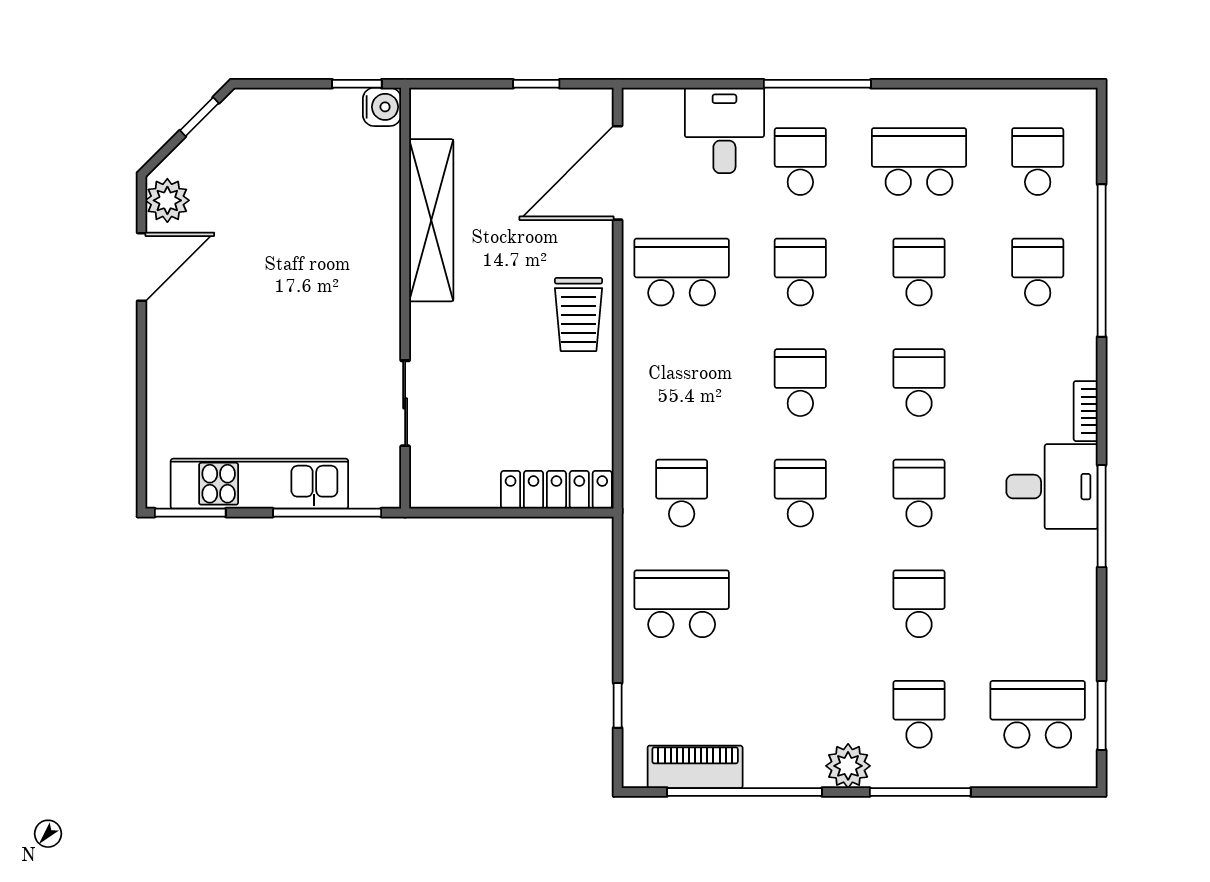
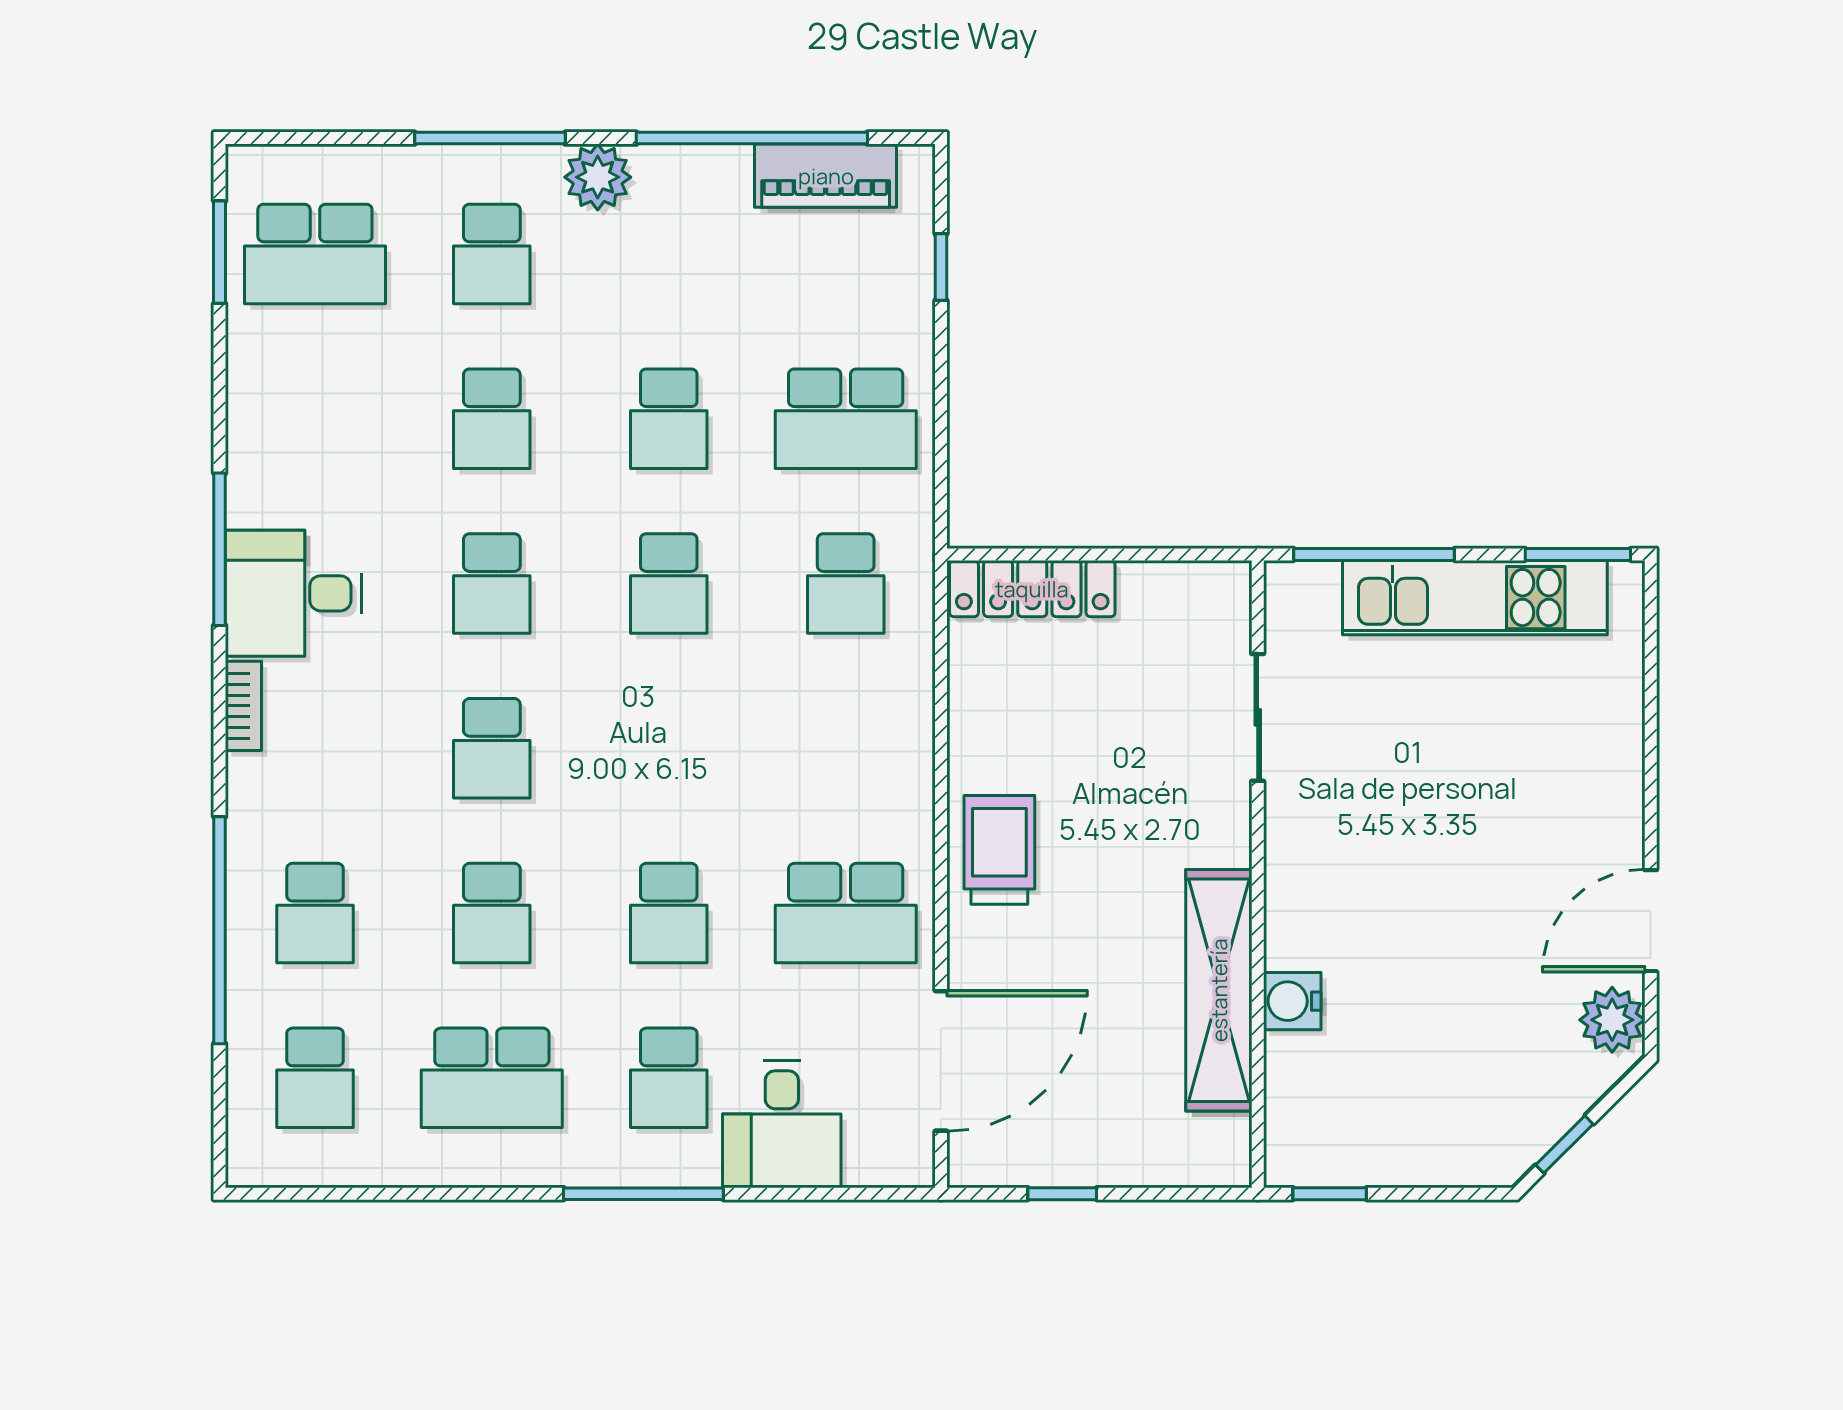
water cooler: (382, 107) -> (1292, 1001), moved
school desk: (800, 383) -> (669, 419), moved

